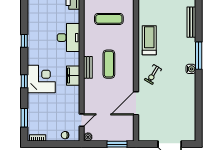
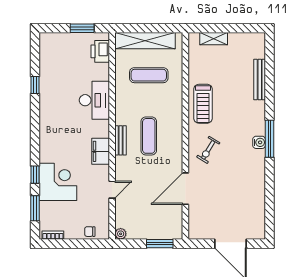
treadmill: (149, 40) -> (203, 104), turned 180
window: (24, 41) -> (35, 85), moved
window: (199, 56) -> (270, 139), moved
corner desk: (41, 79) -> (58, 182), moved
window: (24, 81) -> (35, 175), moved
door: (82, 120) -> (112, 190), moved

